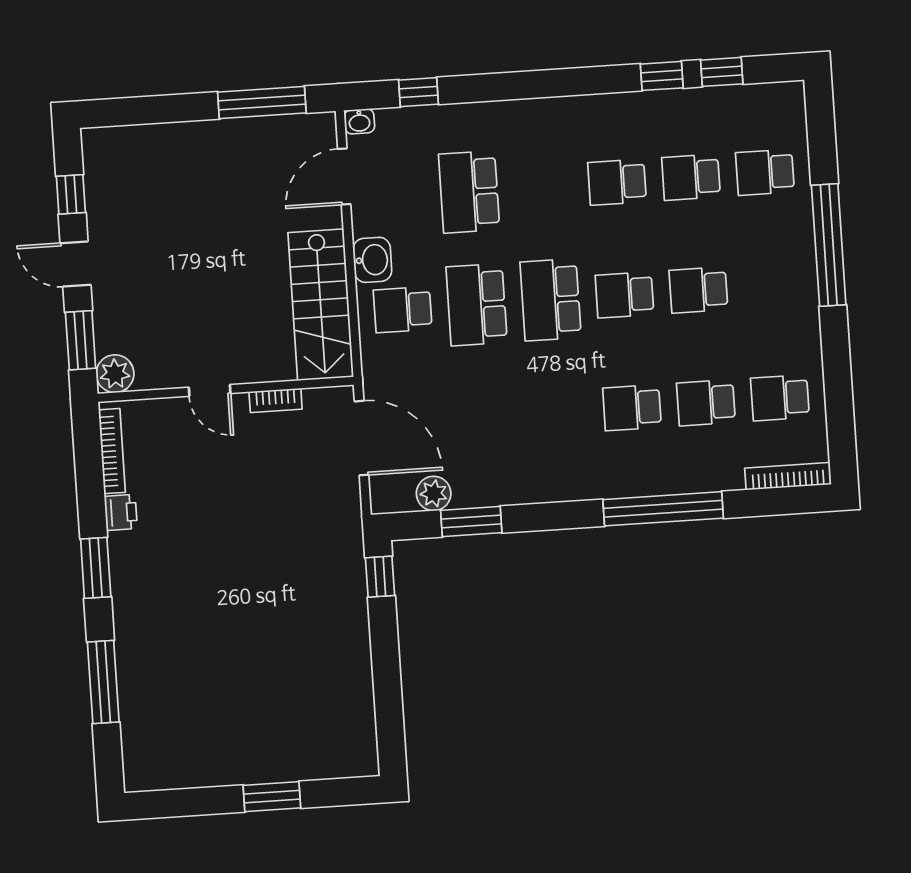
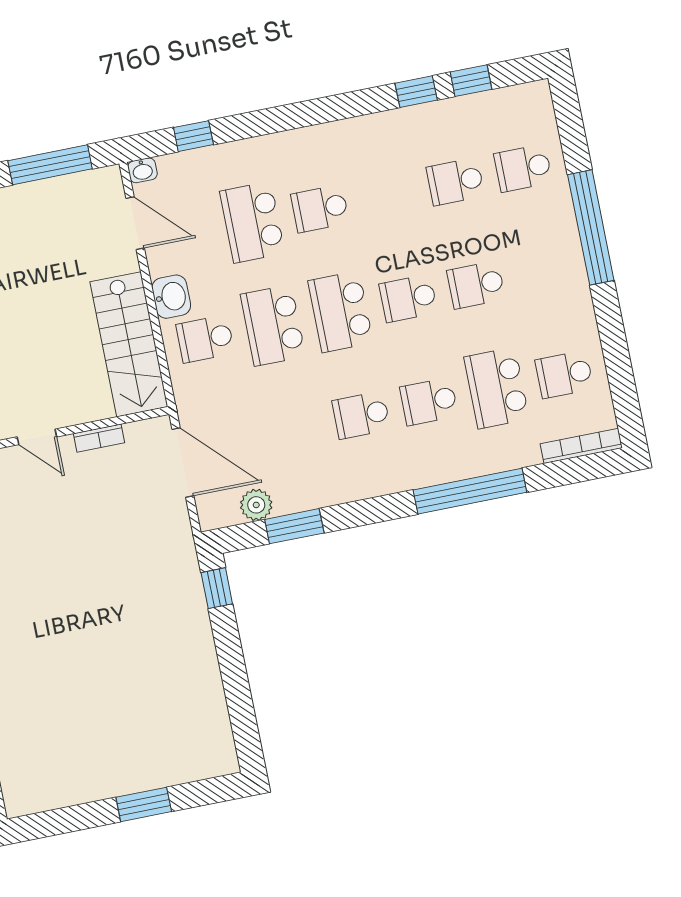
door: (344, 177) -> (135, 223), swing flipped
school desk: (617, 182) -> (320, 209), moved
school desk: (706, 403) -> (497, 388), width x1.85
school desk: (558, 413) -> (361, 415), added

